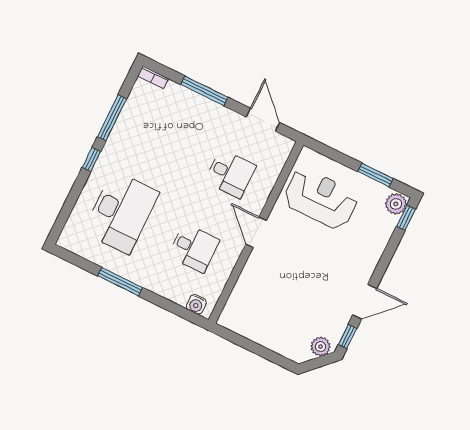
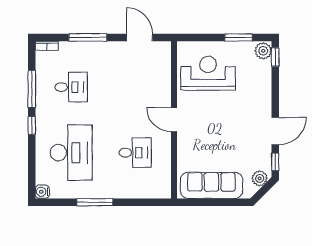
desk: (230, 174) -> (71, 87), moved
water cooler: (196, 304) -> (42, 192), moved, turned 90
sofa: (262, 328) -> (211, 185), added

